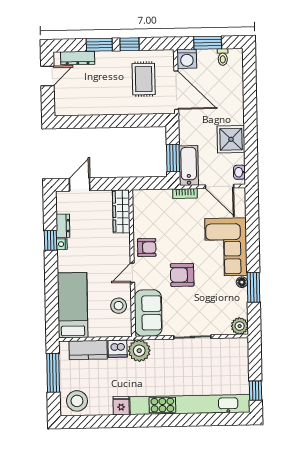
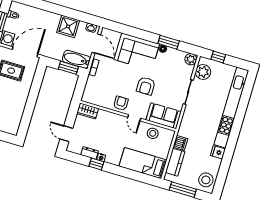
door: (219, 186) -> (96, 44), hinge flipped
wardrobe: (121, 211) -> (88, 111), width x0.67
plant: (139, 351) -> (203, 72), moved
window: (256, 391) -> (218, 57), moved

